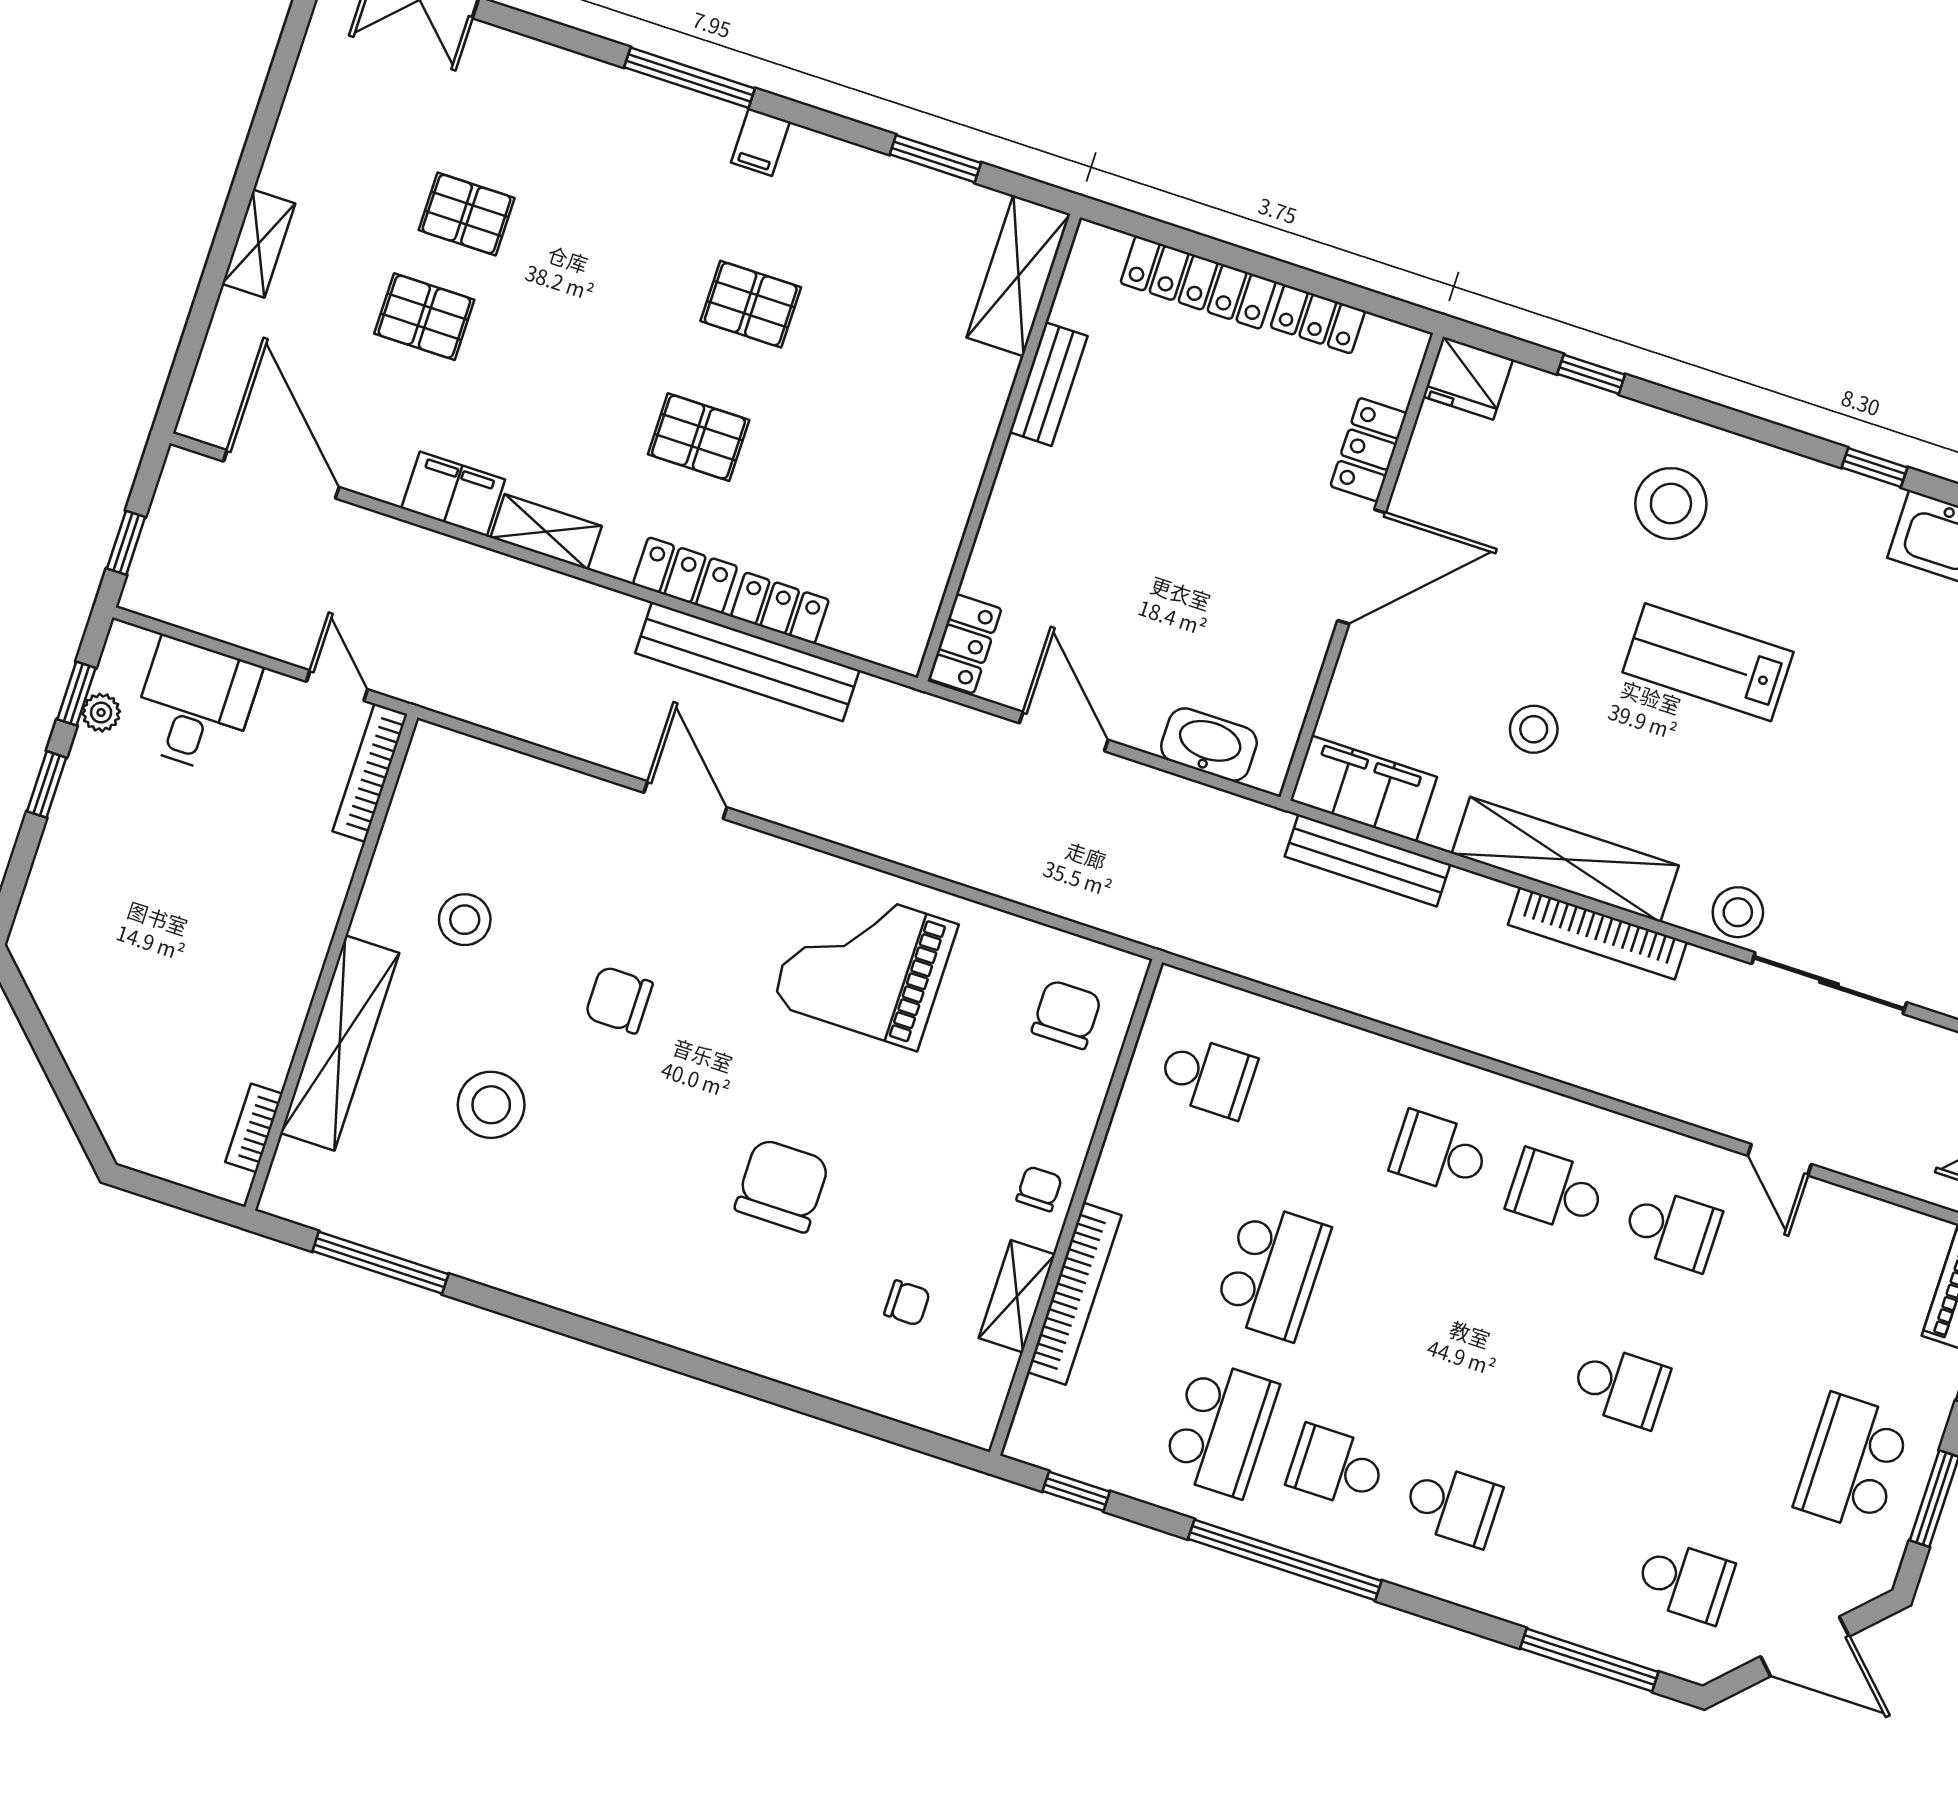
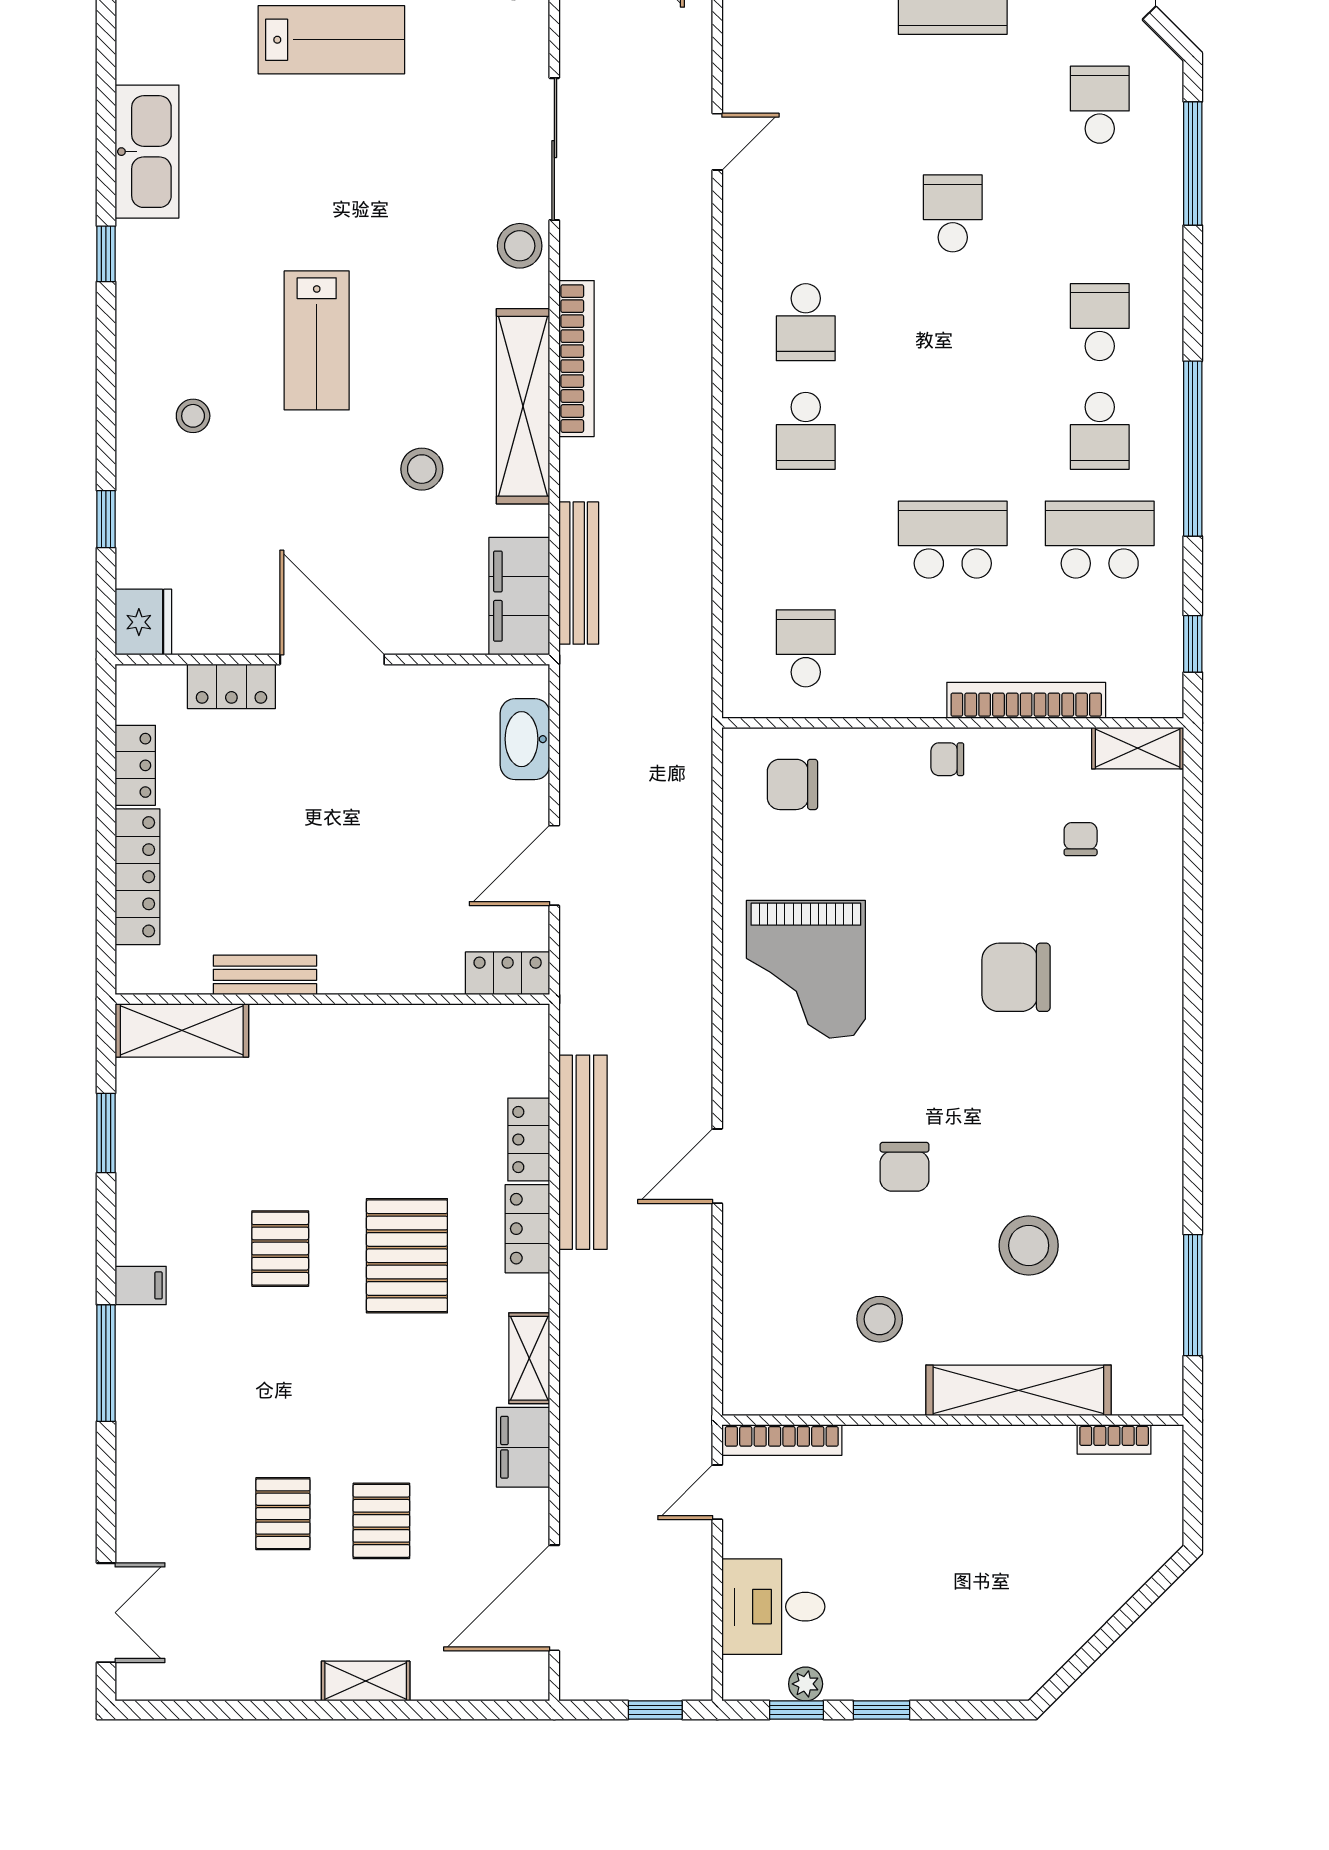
pallet: (699, 437) -> (407, 1256), width x1.50, depth x1.42
stool: (1671, 504) -> (193, 416), width x0.53, depth x0.53
school desk: (1672, 1229) -> (806, 213), removed
shelving: (1017, 1296) -> (1138, 748), moved

